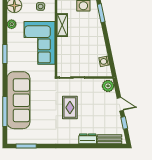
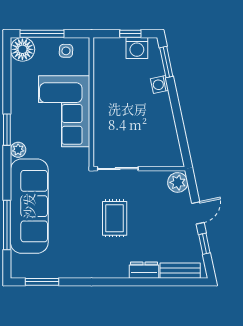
plant: (12, 24) -> (18, 150), moved
shelving: (62, 25) -> (102, 82), removed
washing machine: (104, 61) -> (160, 84), moved
door: (120, 104) -> (198, 213), hinge flipped

